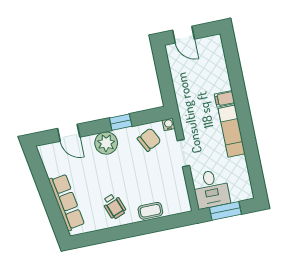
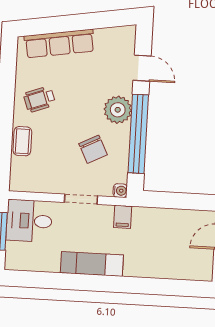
filing cabinet: (225, 99) -> (123, 217), moved, turned 180
window: (121, 122) -> (138, 134), width x3.17
door: (69, 133) -> (142, 68), swing flipped
chair: (149, 140) -> (93, 149), moved

